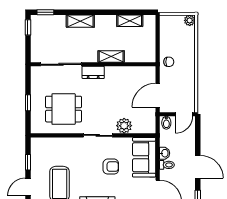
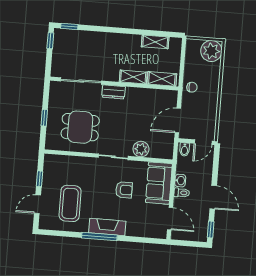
plant: (190, 20) -> (211, 51), width x1.87, depth x1.87
shelving: (80, 21) -> (162, 79), moved

